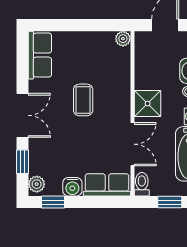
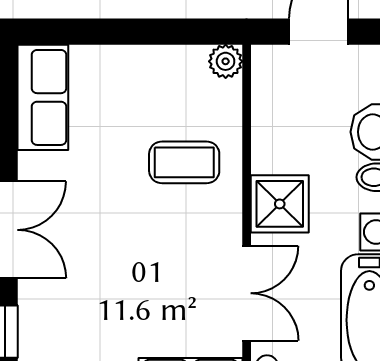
coffee table: (83, 100) -> (184, 162), moved, turned 90

